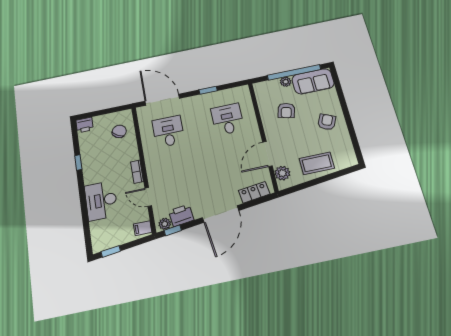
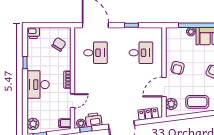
armchair: (286, 111) -> (178, 68), moved
desk: (227, 119) -> (141, 53), turned 90
desk: (168, 131) -> (96, 53), turned 90
door: (148, 197) -> (72, 101), swing flipped
desk: (101, 201) -> (38, 85), moved
plant: (99, 238) -> (33, 124), added

